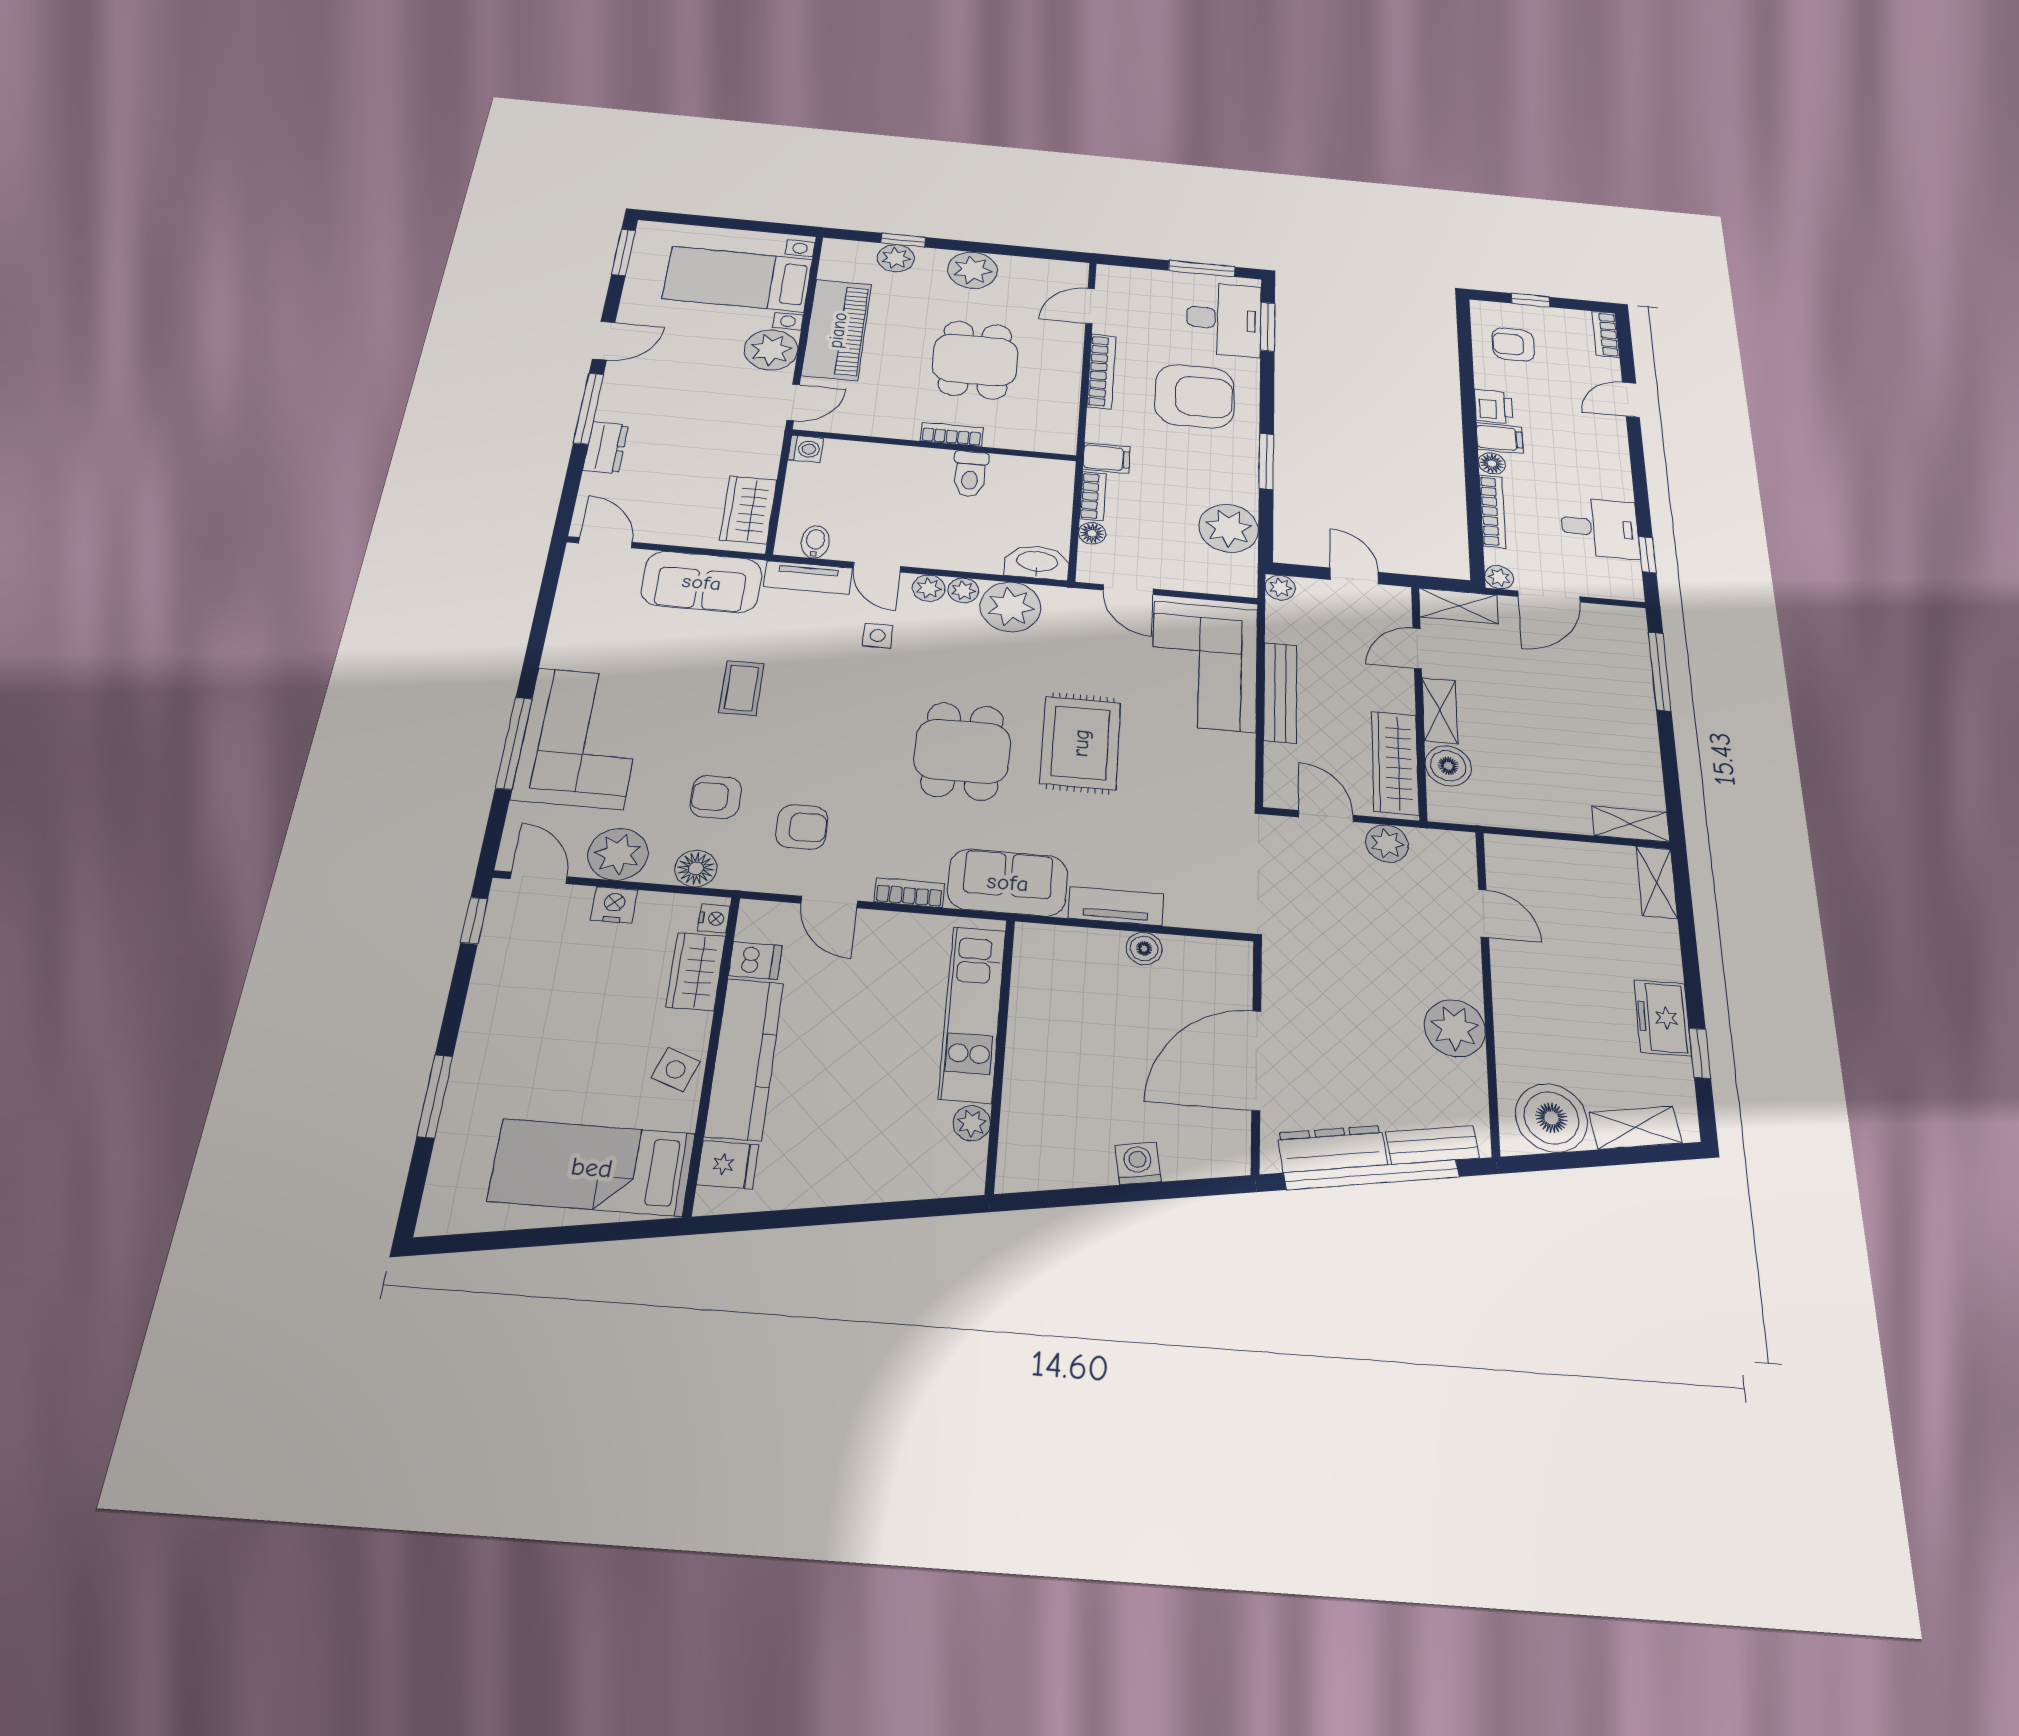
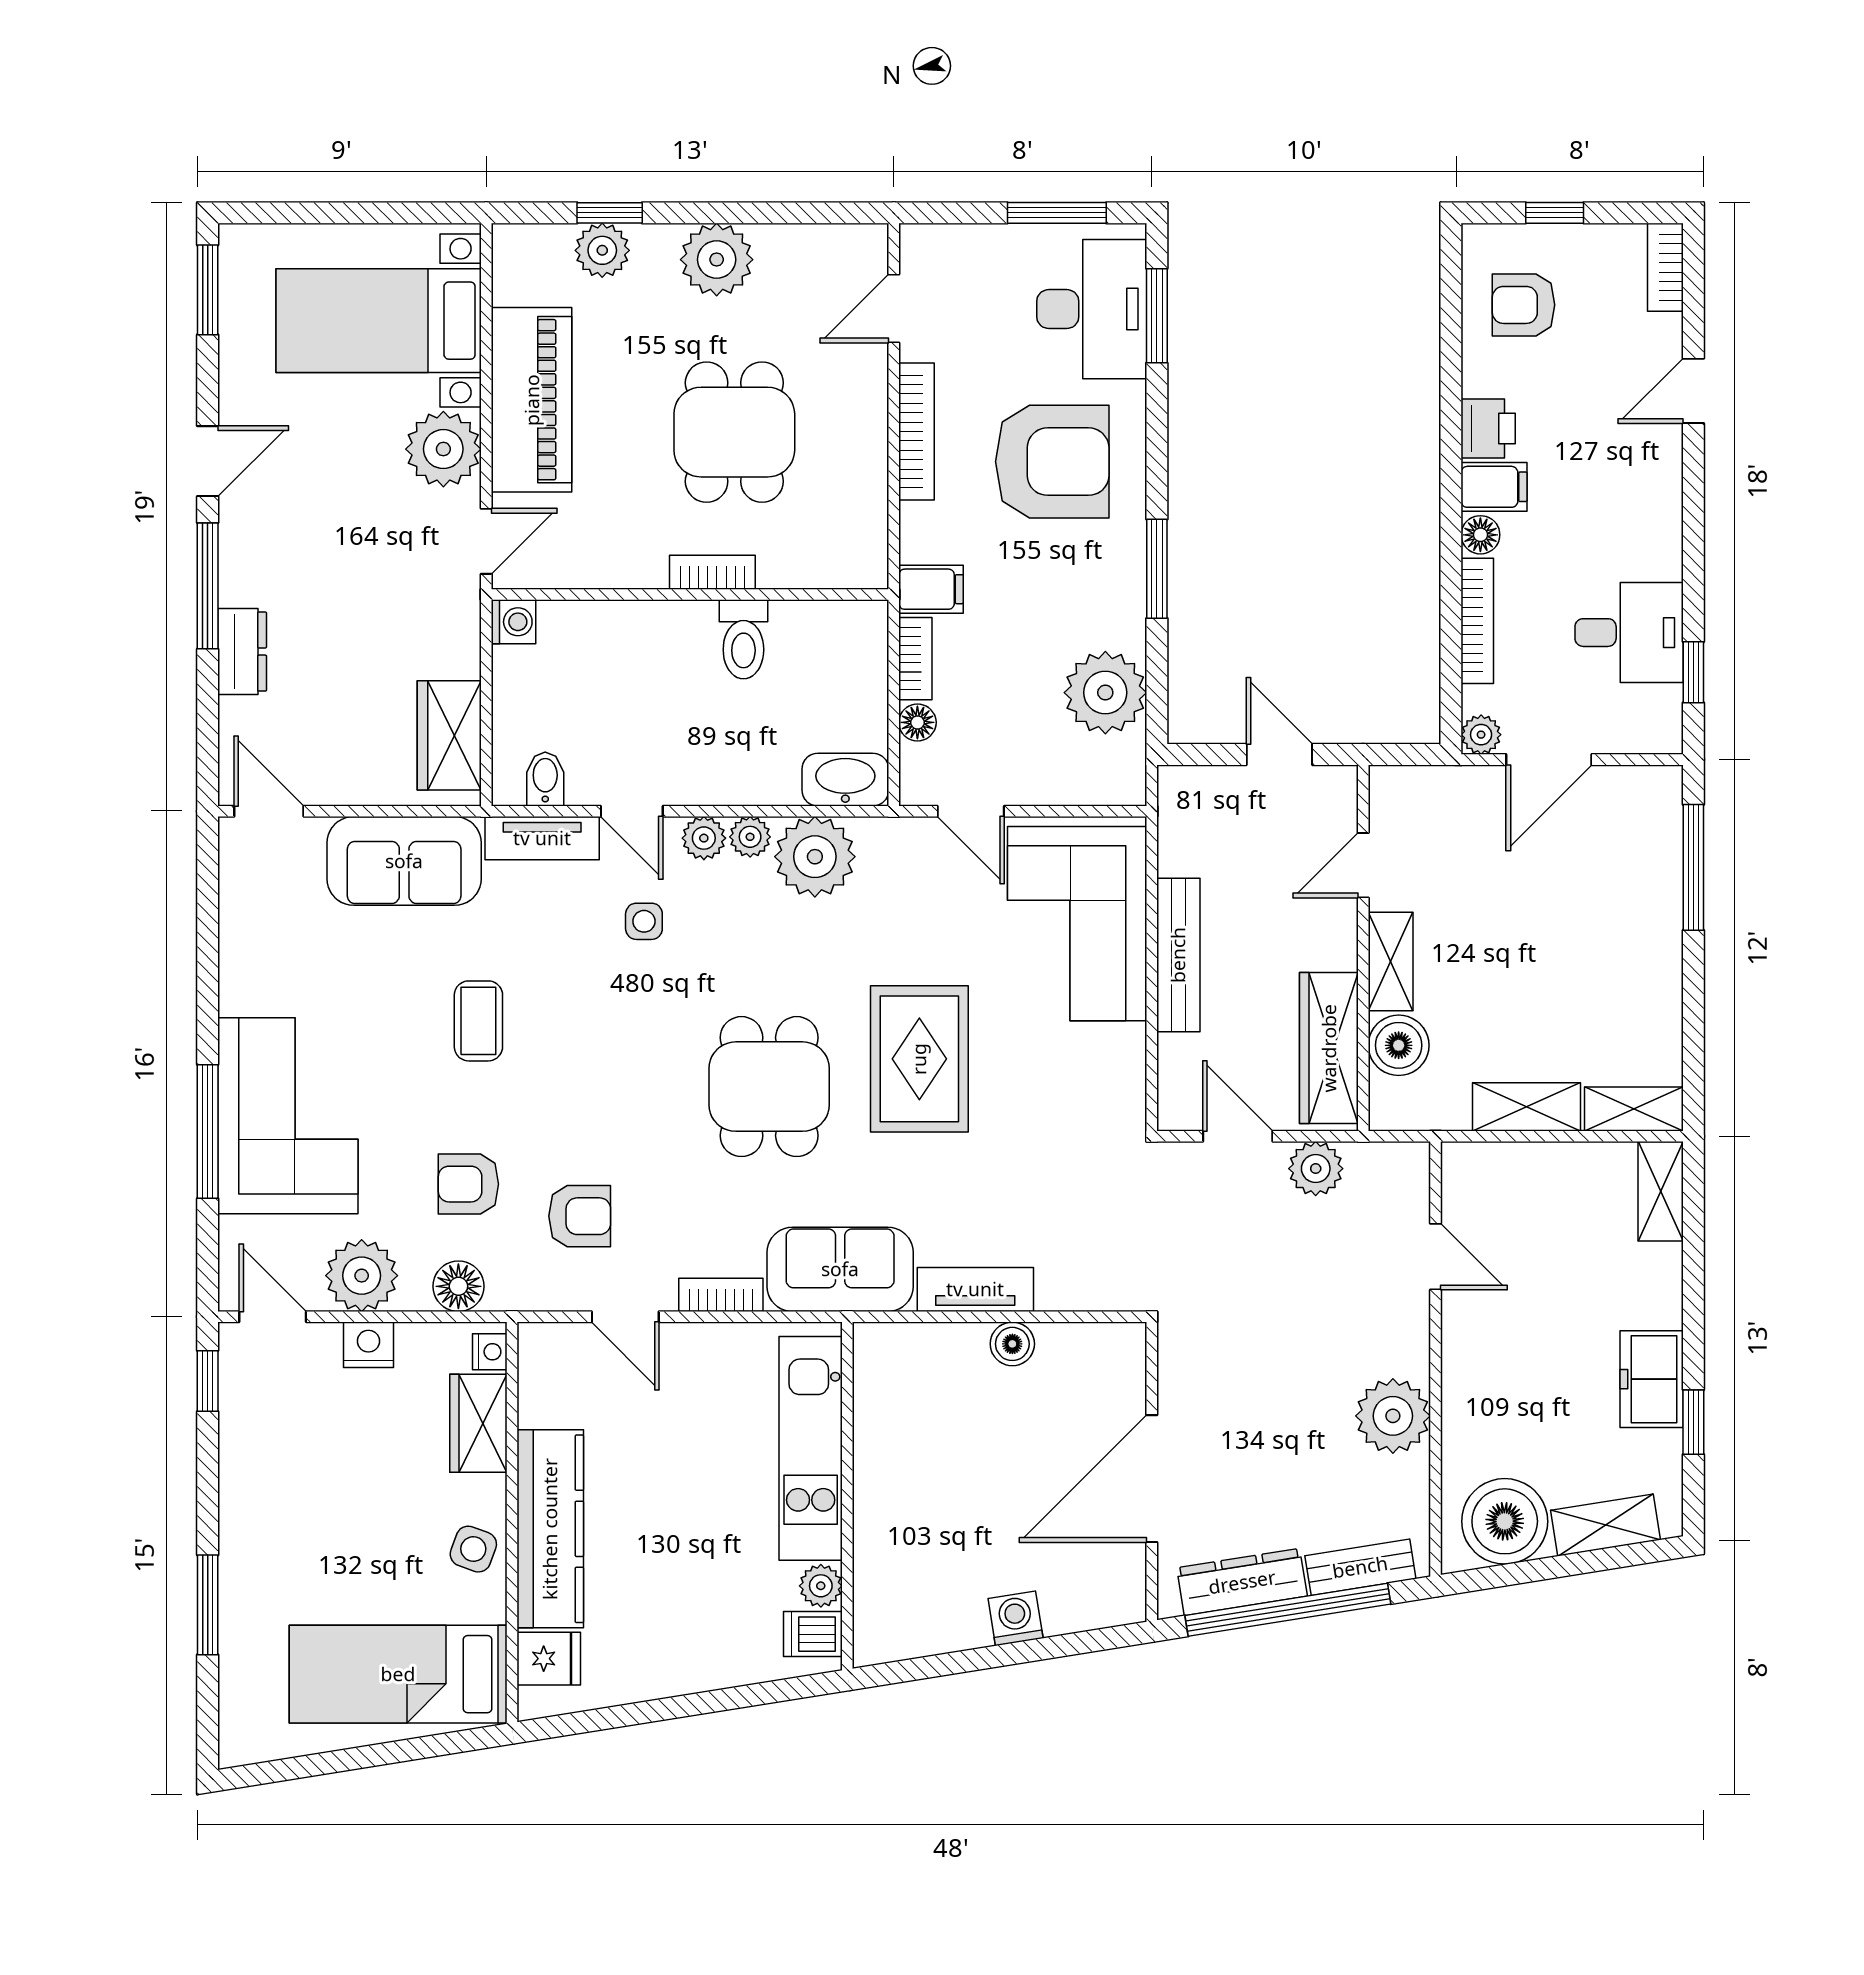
plant: (1280, 588) -> (1177, 785), removed
shelving: (1458, 606) -> (1527, 1107), moved
dishwasher: (755, 961) -> (813, 1634), moved, turned 180

